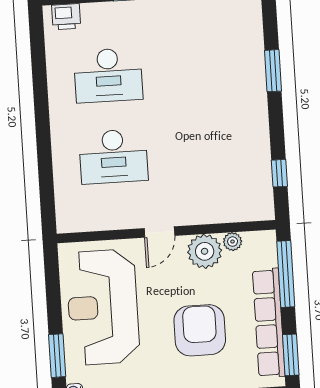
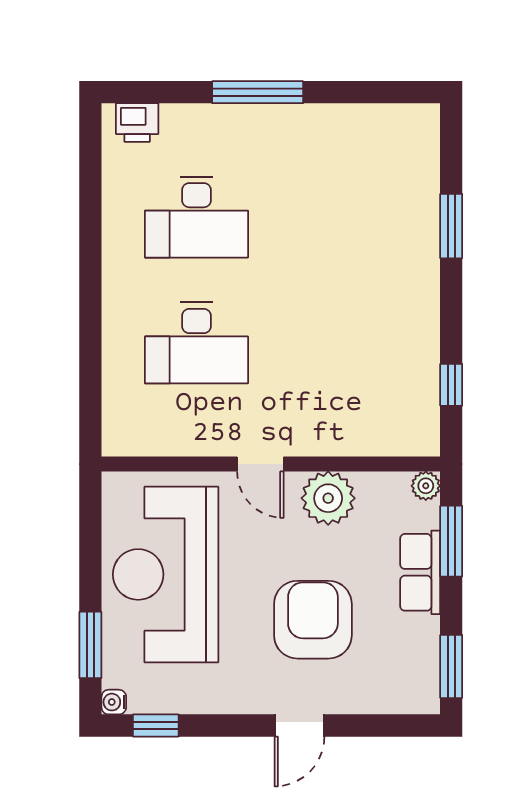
door: (159, 232) -> (260, 464), hinge flipped
plant: (233, 242) -> (426, 486), moved
window: (286, 274) -> (451, 541), width x0.69
row of seats: (269, 323) -> (420, 572), width x0.50

